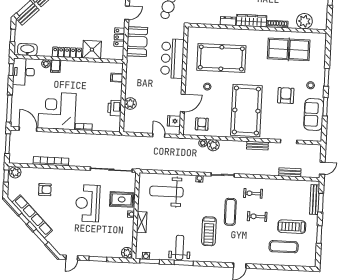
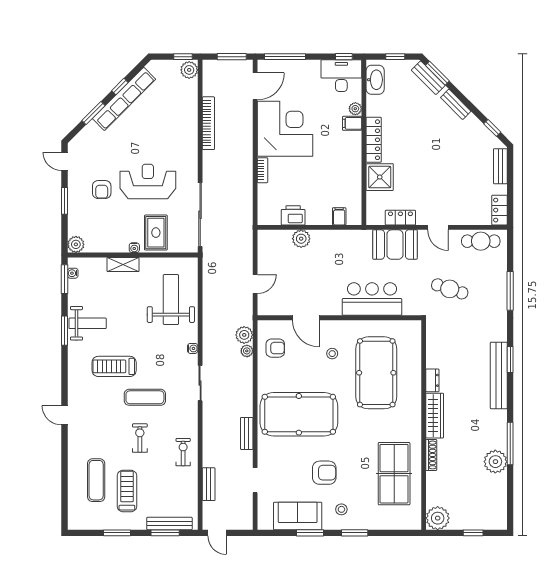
plant: (304, 21) -> (438, 518), moved
fridge: (174, 121) -> (278, 306), removed
plant: (213, 145) -> (244, 335), moved
armchair: (45, 190) -> (102, 190), moved
exercise bike: (253, 193) -> (183, 452), moved

